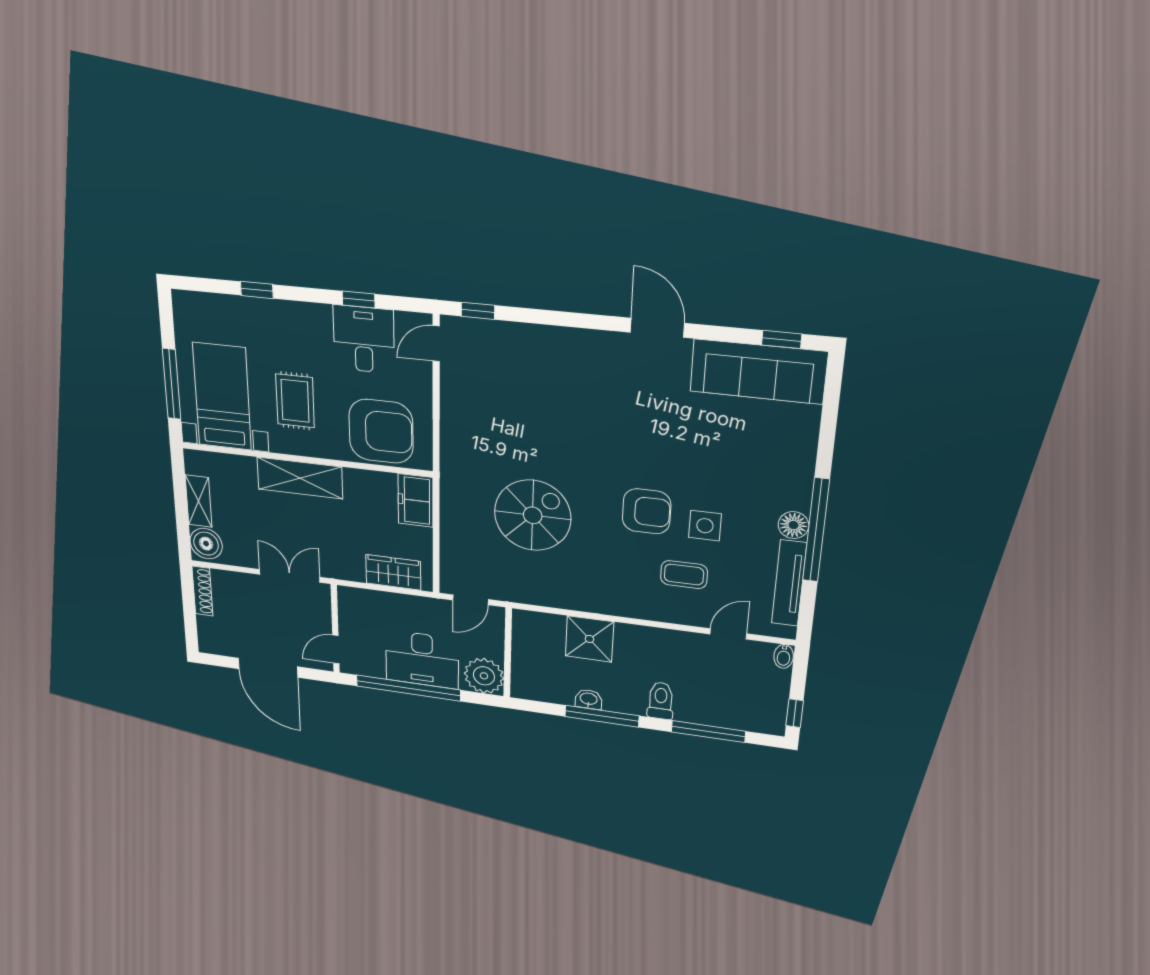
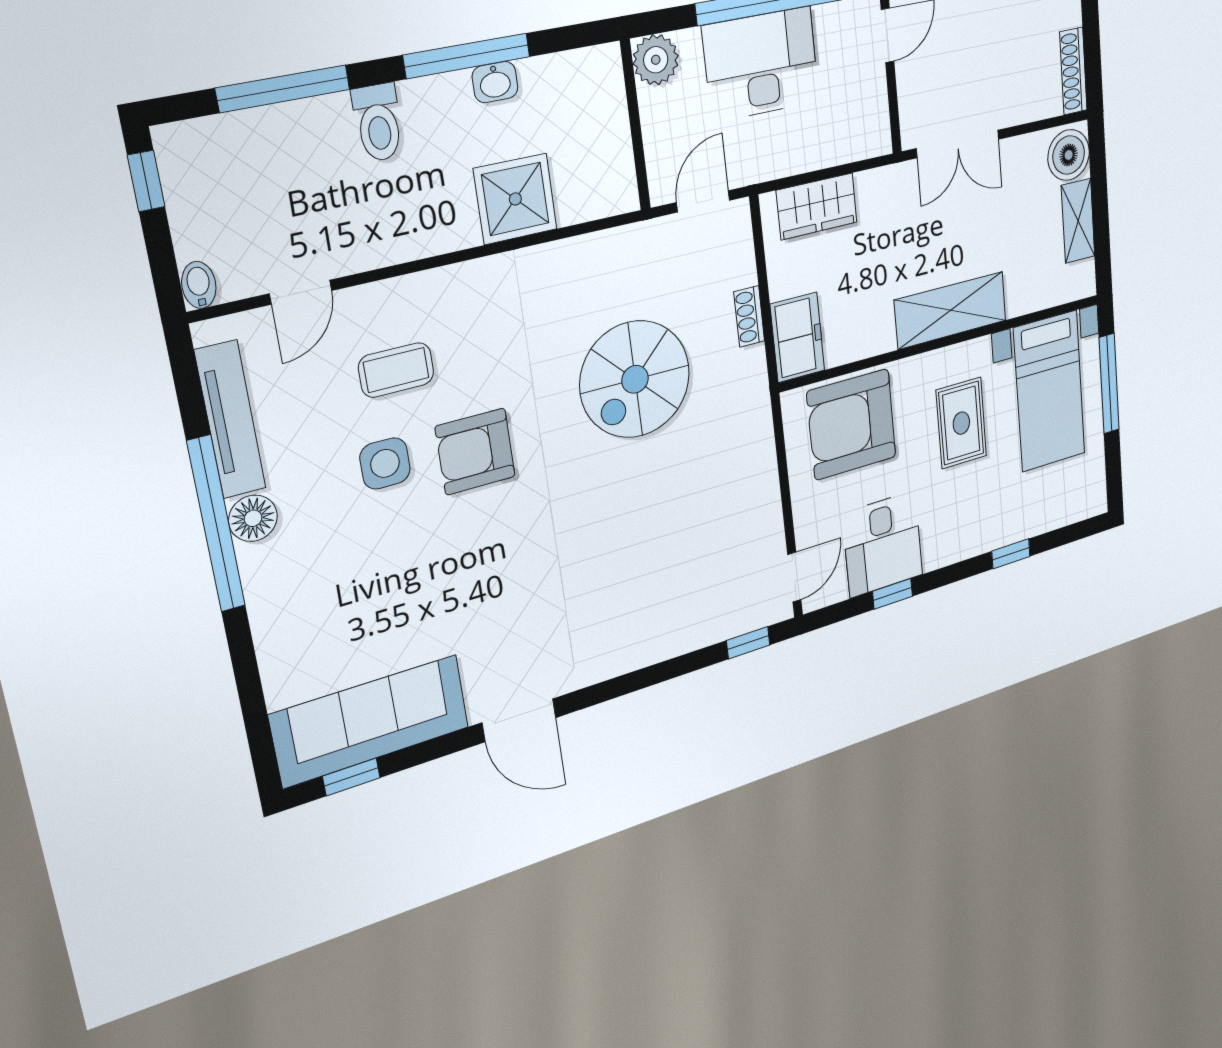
shoe rack: (448, 525) -> (749, 316), added
plant: (484, 676) -> (656, 60), width x0.73, depth x0.73

